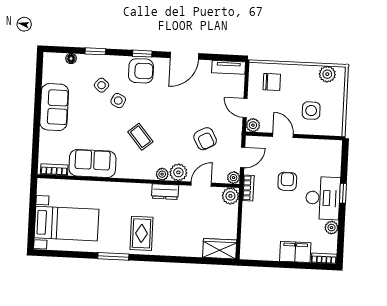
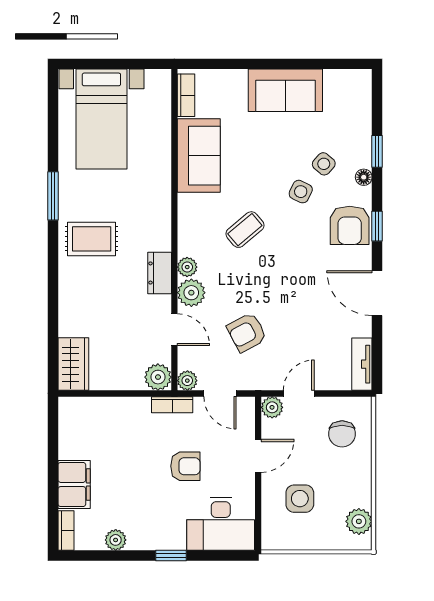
floor lamp: (71, 59) -> (364, 177), moved
desk: (323, 198) -> (221, 524), moved

